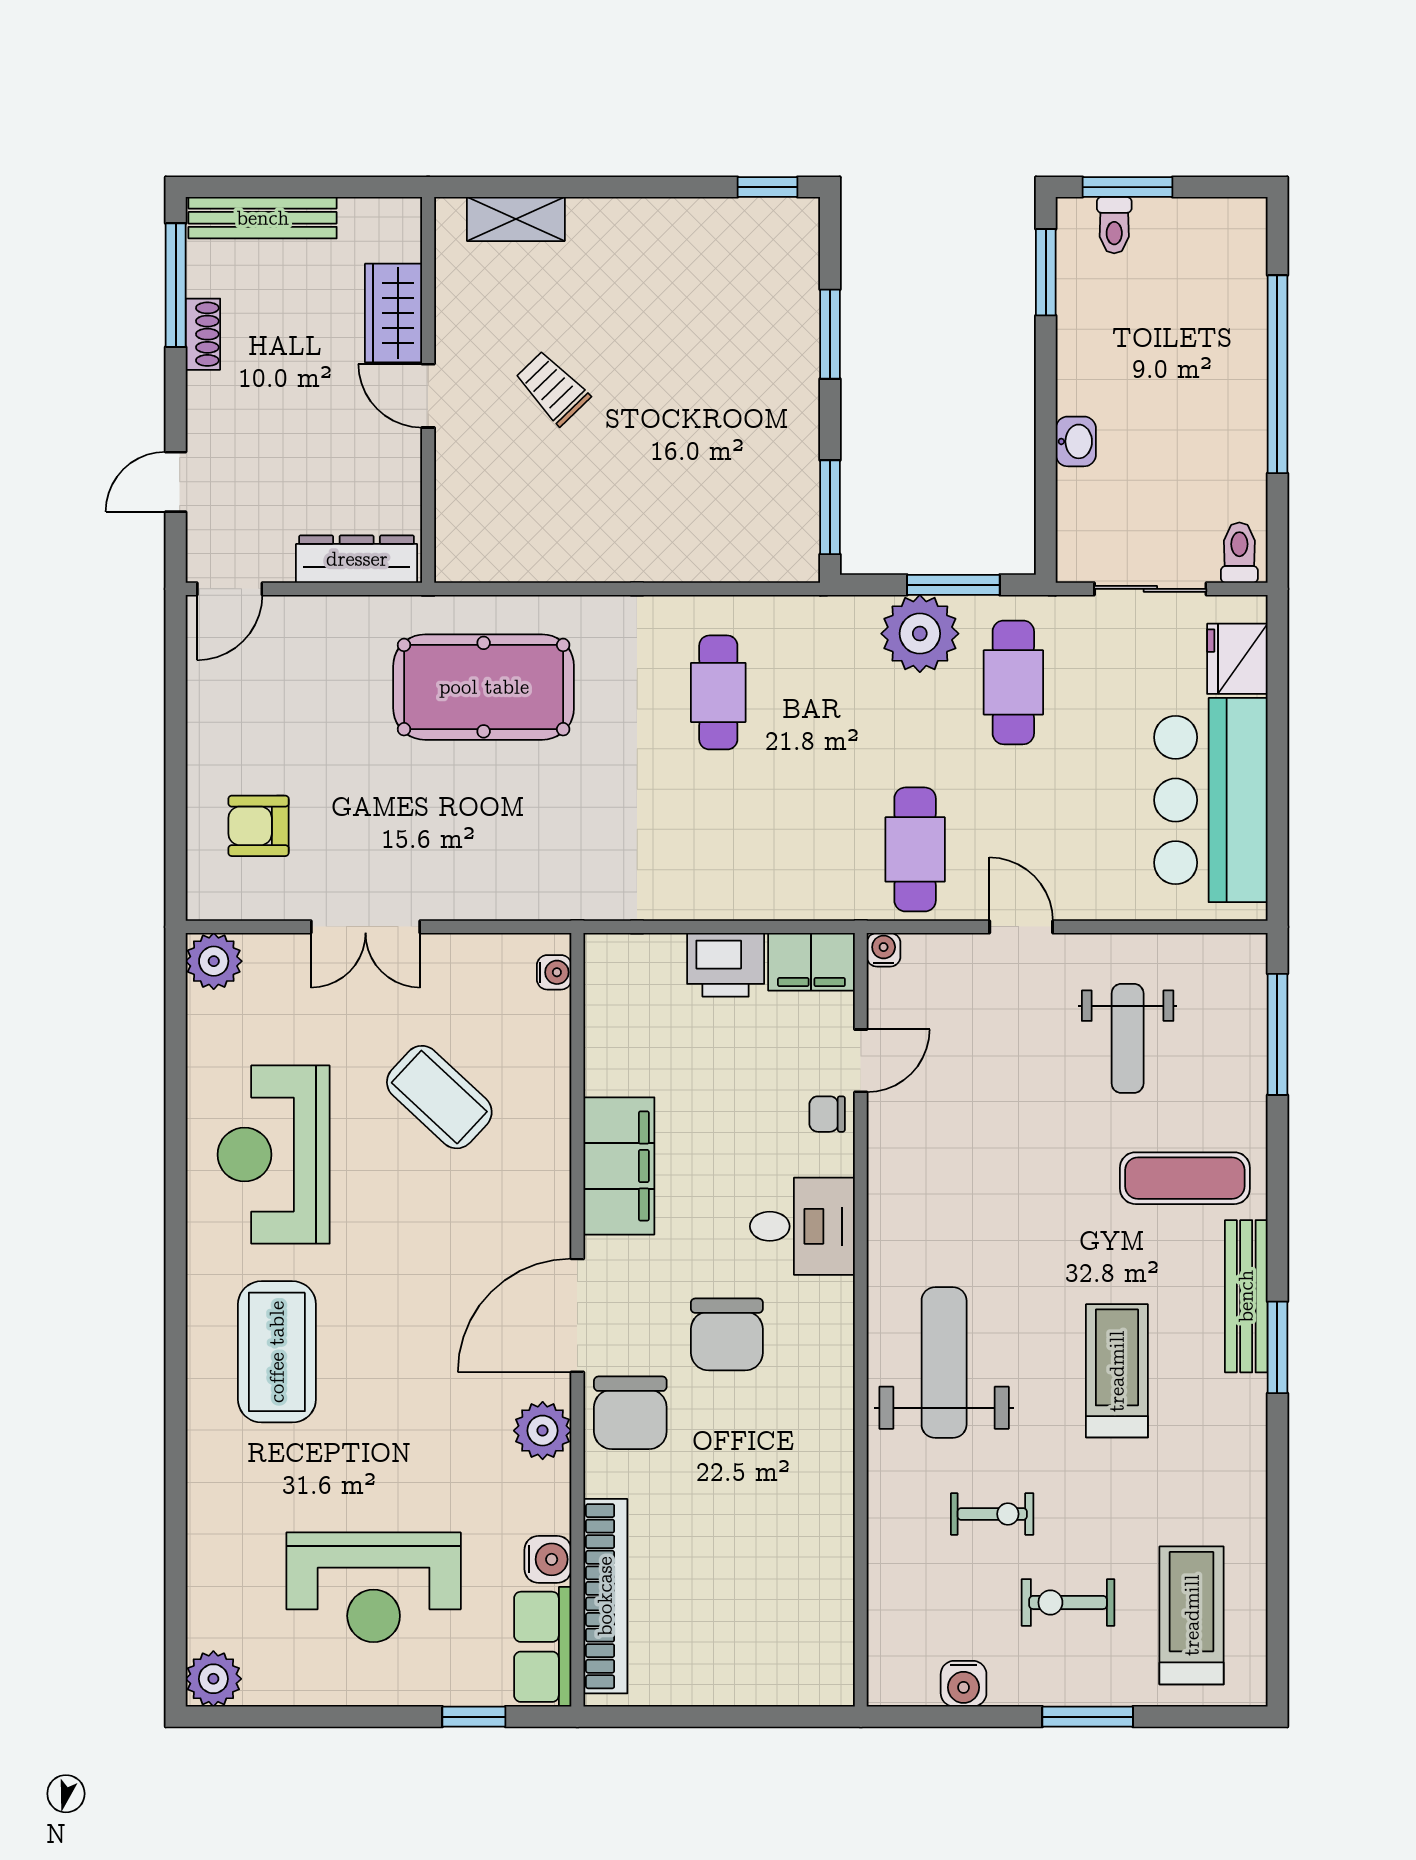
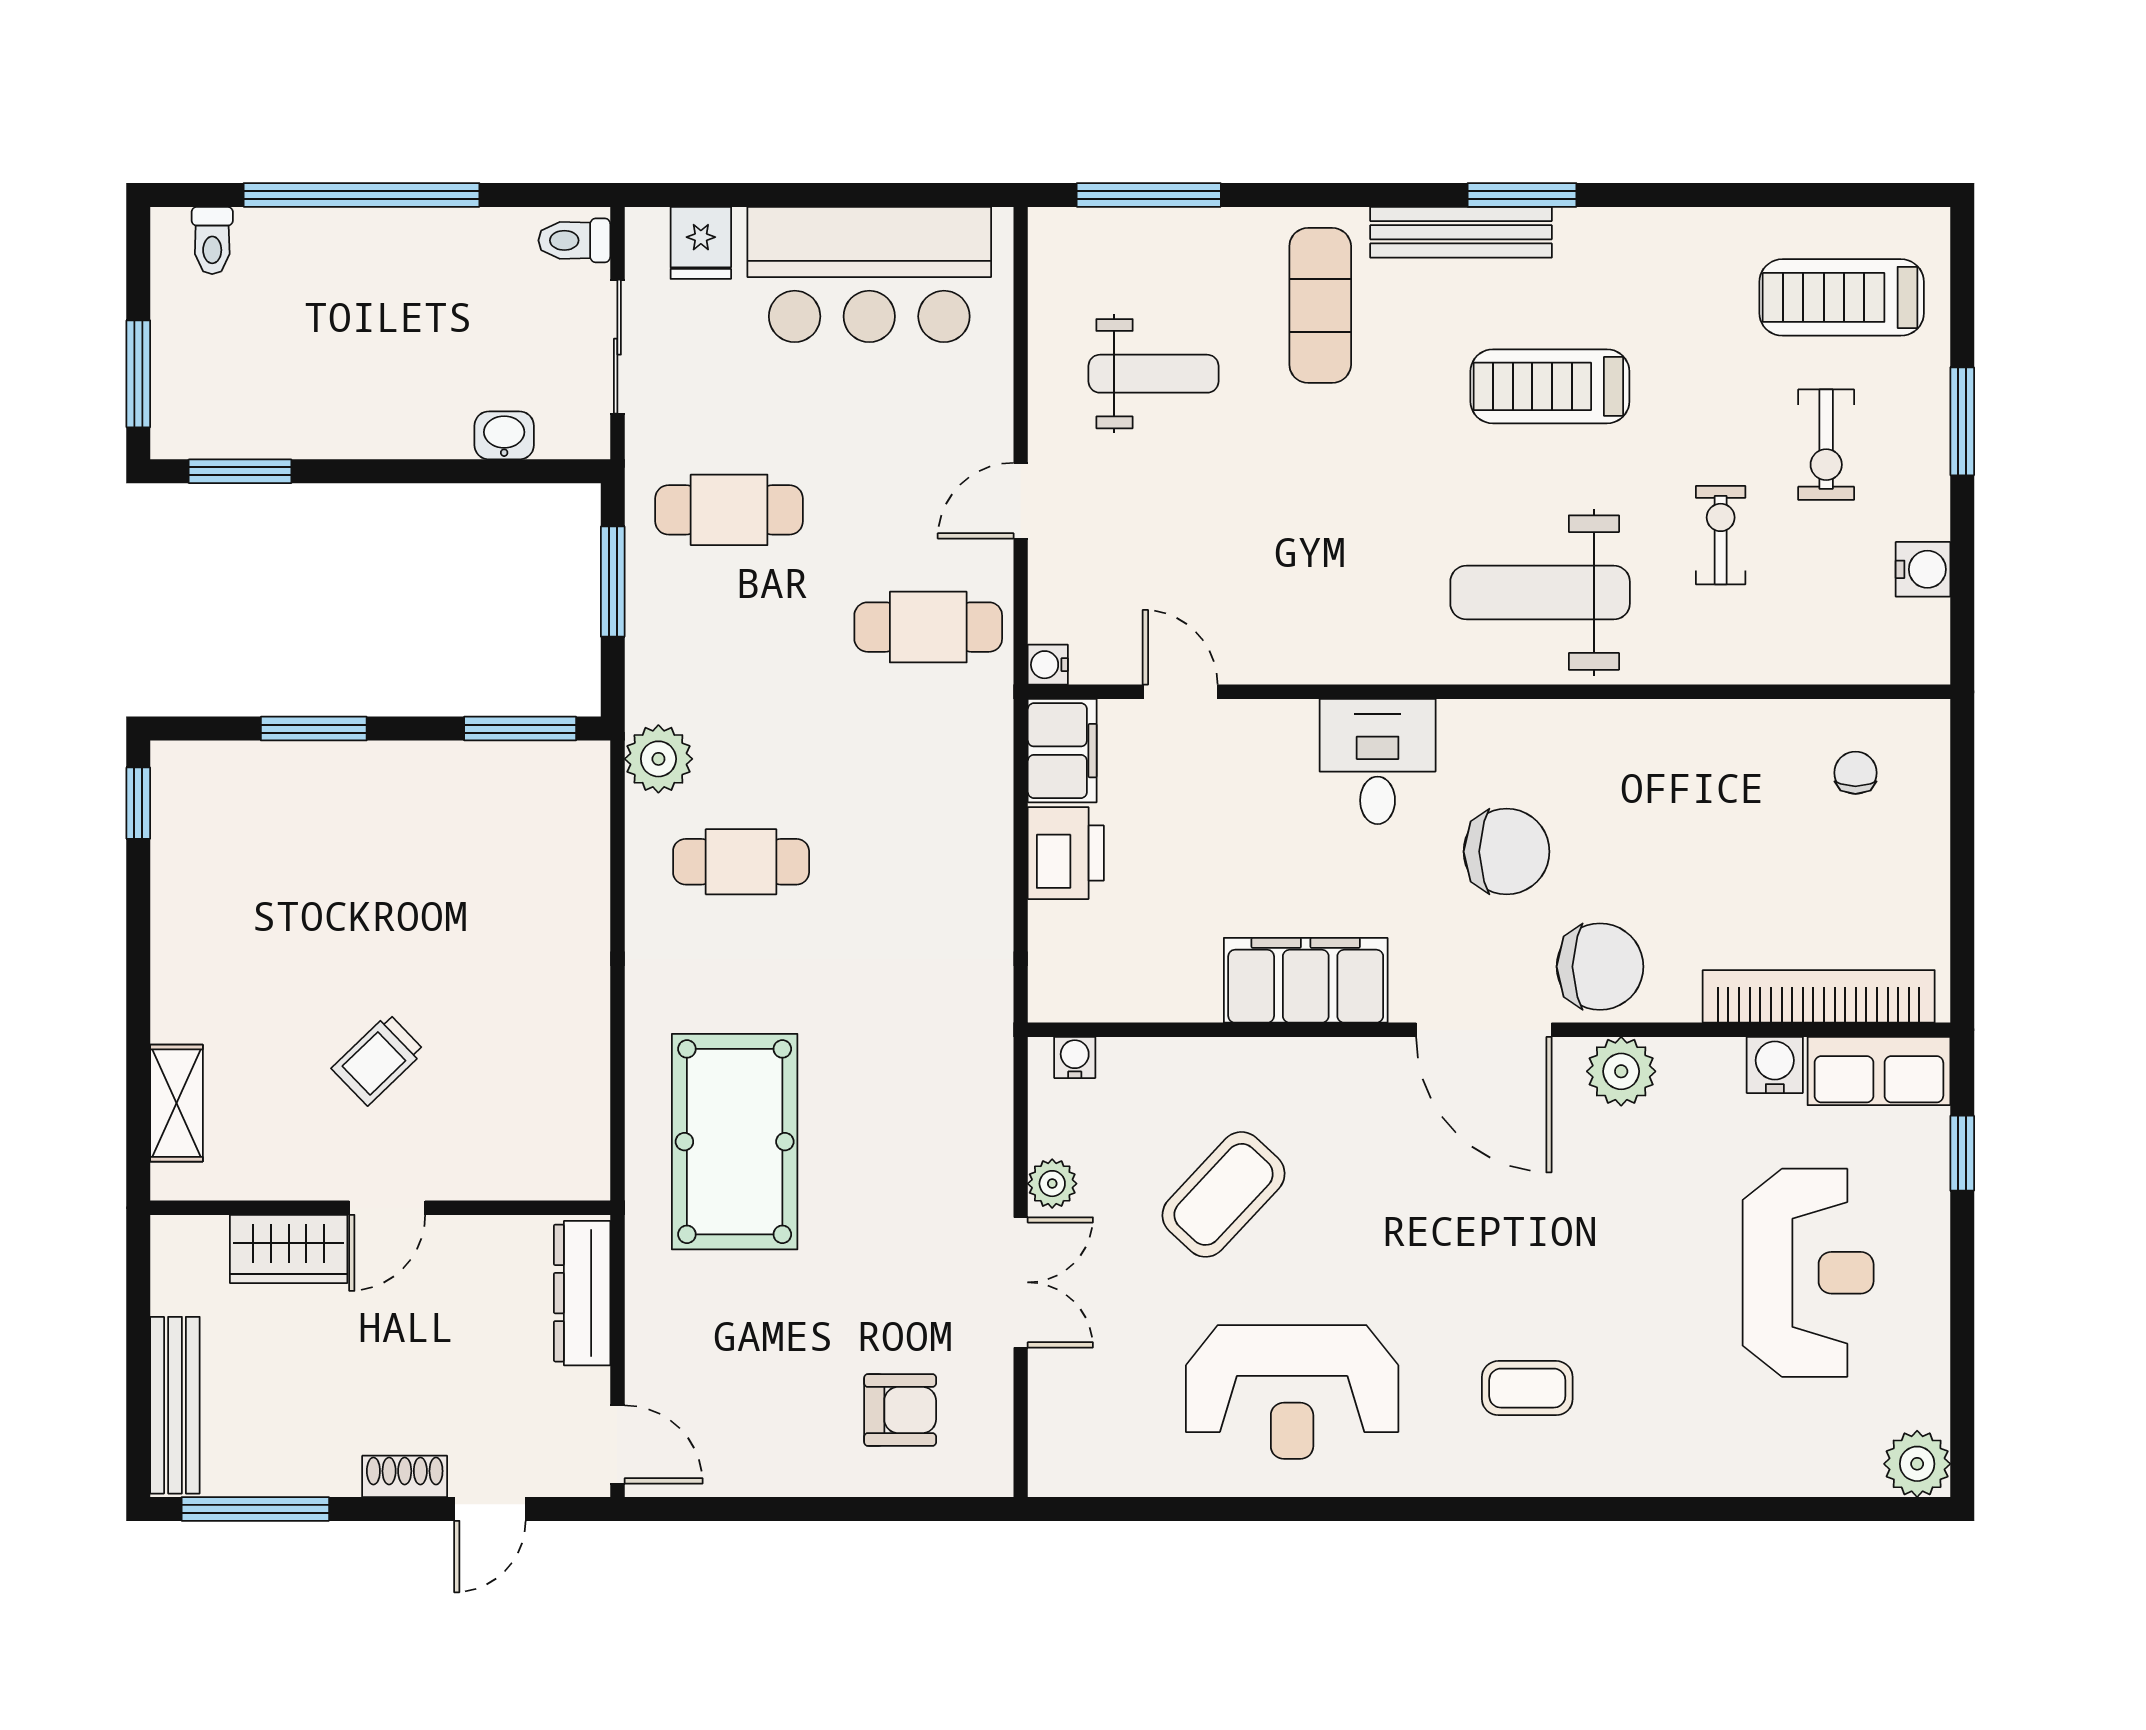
toilet: (1114, 225) -> (212, 240), moved, turned 90
shoe rack: (203, 334) -> (405, 1476), moved
washbasin: (1076, 441) -> (504, 435), moved
door: (176, 482) -> (490, 1509), hinge flipped
plant: (920, 634) -> (658, 759), moved, width x0.73, depth x0.73
fridge: (1237, 659) -> (701, 243), width x0.72
armchair: (259, 826) -> (900, 1410), turned -90
plant: (214, 961) -> (1052, 1184), moved, width x0.73, depth x0.73
chair: (827, 1114) -> (1855, 773), moved, turned 180
coffee table: (277, 1352) -> (1527, 1388), width x0.54, depth x0.58

